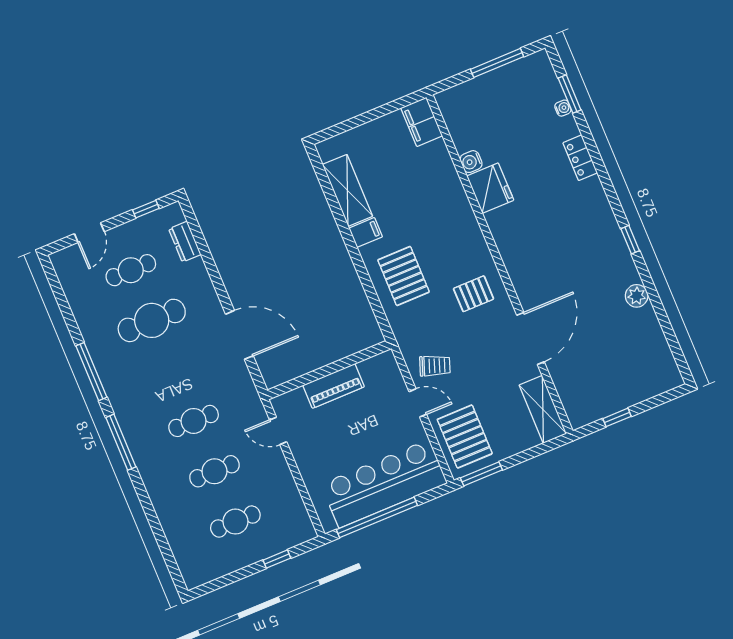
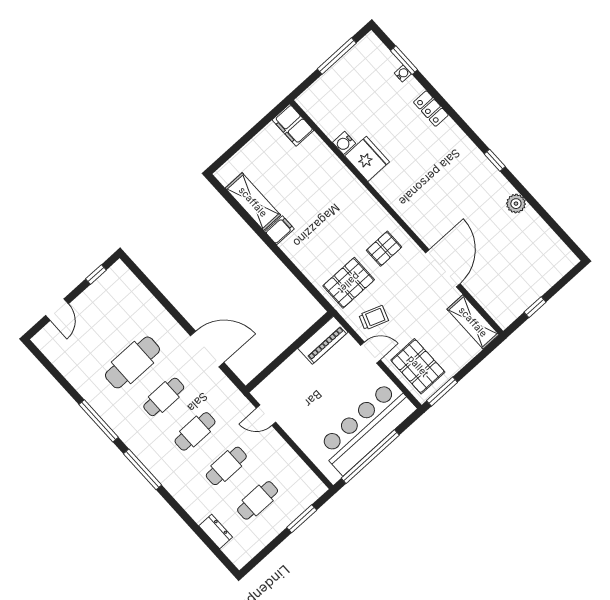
dresser: (185, 242) -> (216, 532), moved, turned 180
cafe table: (131, 270) -> (164, 397), moved
pallet: (404, 276) -> (349, 283), moved, turned 90
piano: (334, 386) -> (323, 340), moved
window: (277, 559) -> (302, 519), width x1.50

